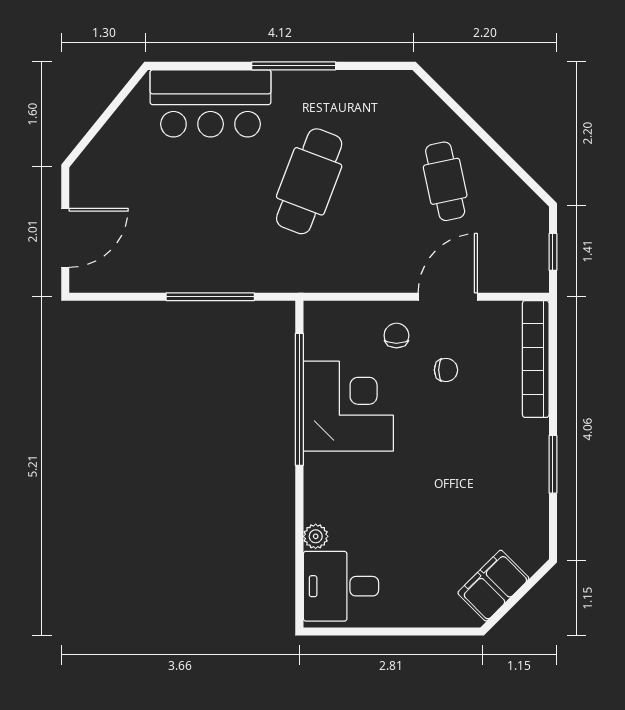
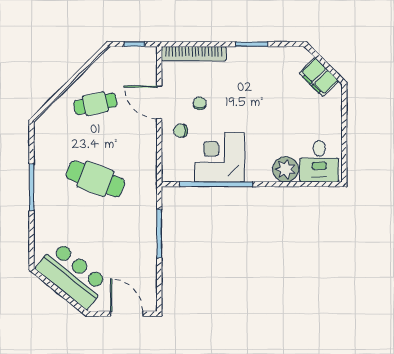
bar counter: (211, 103) -> (72, 275), moved, turned -51
plant: (316, 536) -> (286, 169), width x1.88, depth x1.88

